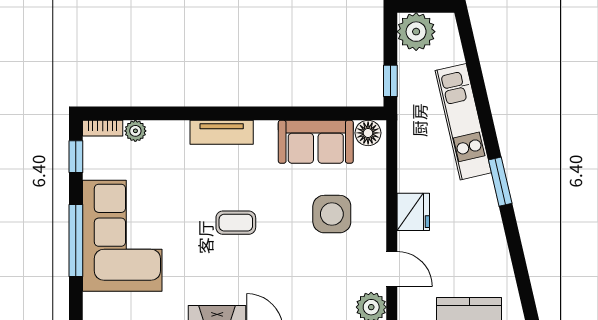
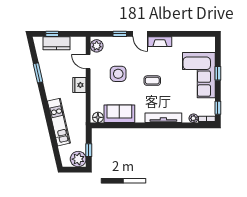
window: (390, 81) -> (89, 150), moved
tv unit: (222, 132) -> (163, 118), width x1.41
window: (500, 182) -> (38, 73), moved
side table: (332, 214) -> (118, 74), moved
window: (76, 240) -> (218, 73), width x0.46

